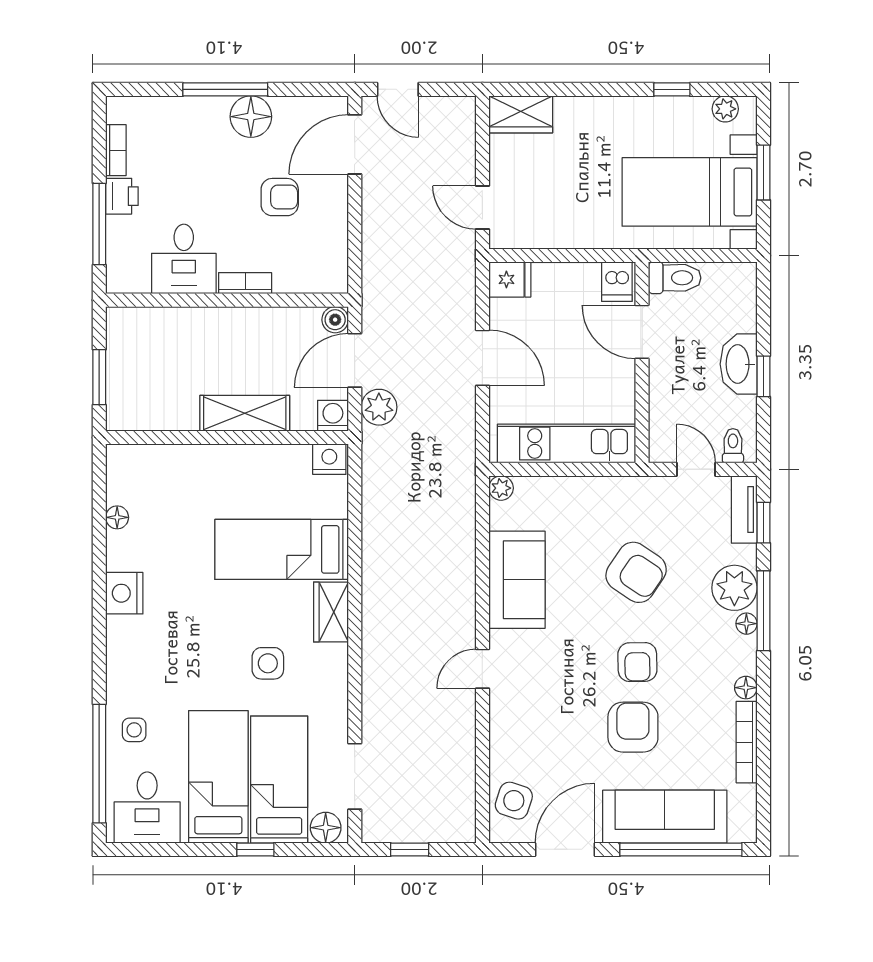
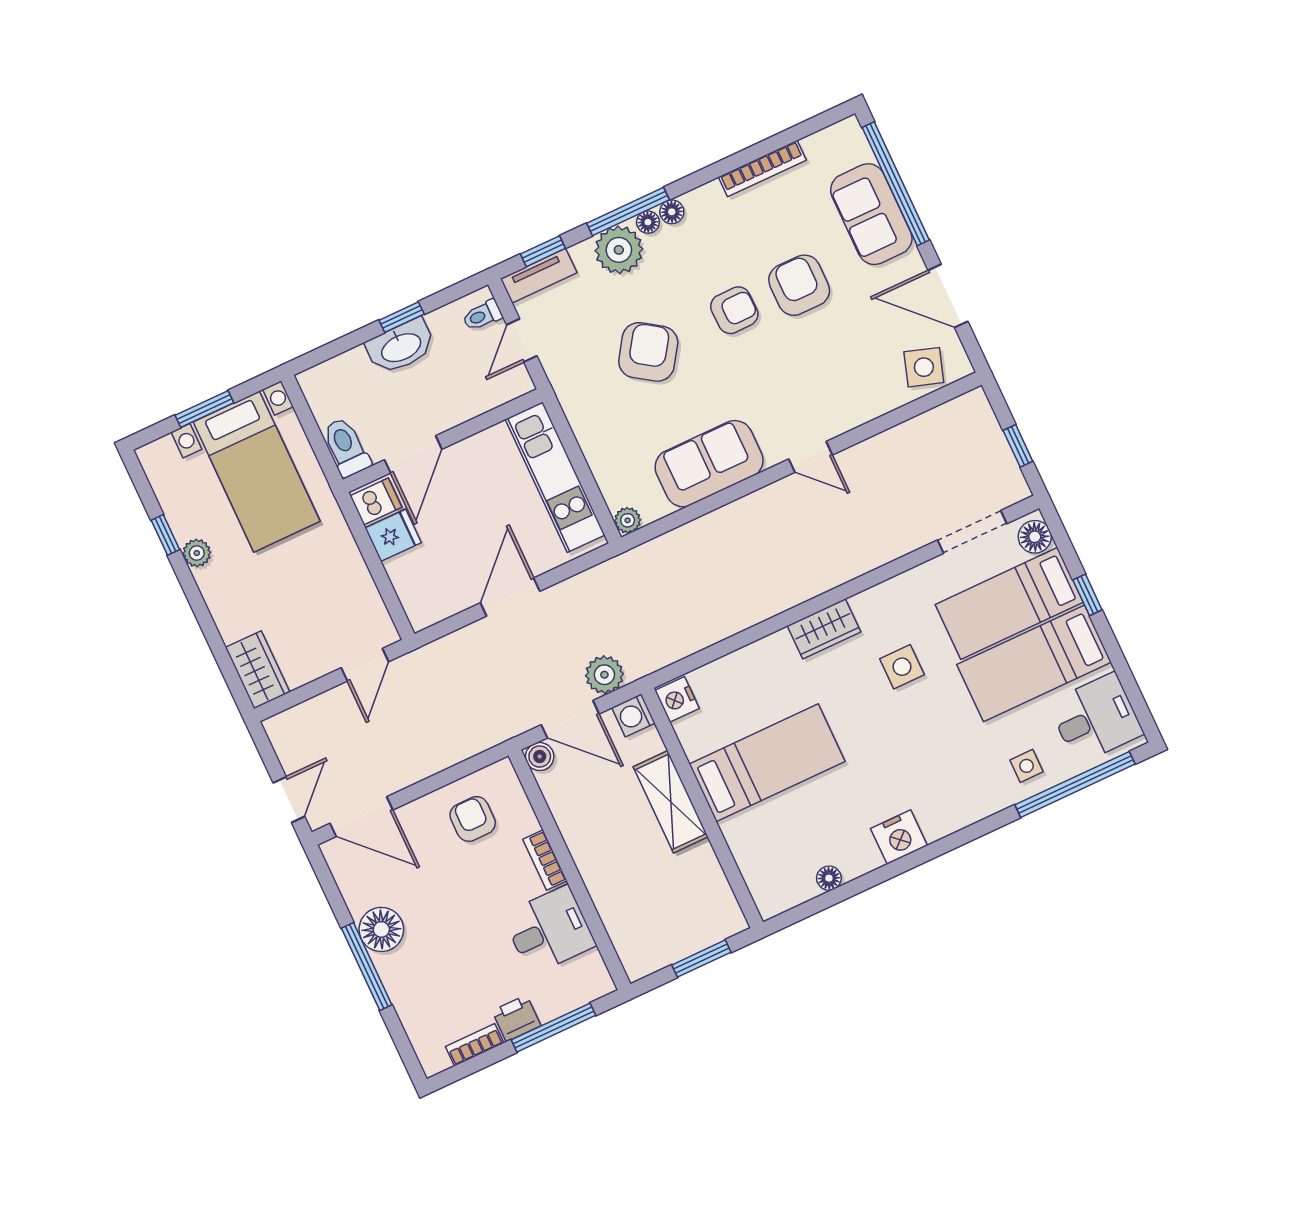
plant: (725, 109) -> (197, 553), moved
armchair: (280, 197) -> (473, 819), moved
fridge: (510, 279) -> (393, 535), moved, turned 90
bed: (282, 549) -> (767, 763), moved, turned -90
floor lamp: (746, 688) -> (672, 212), moved
armchair: (633, 727) -> (799, 285), turned 90
sofa: (665, 817) -> (871, 214), width x0.73

